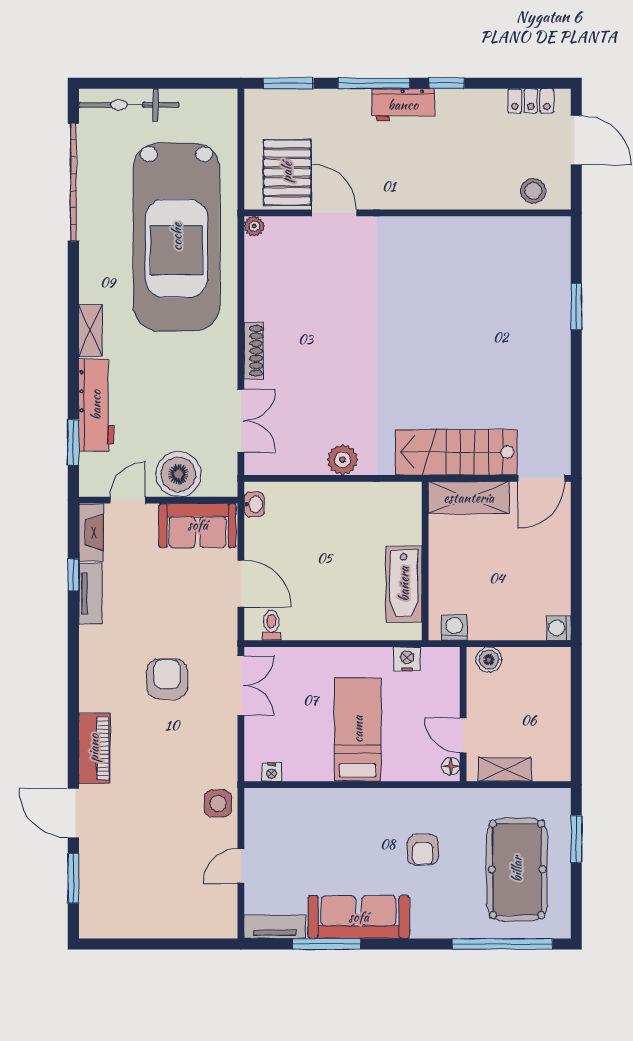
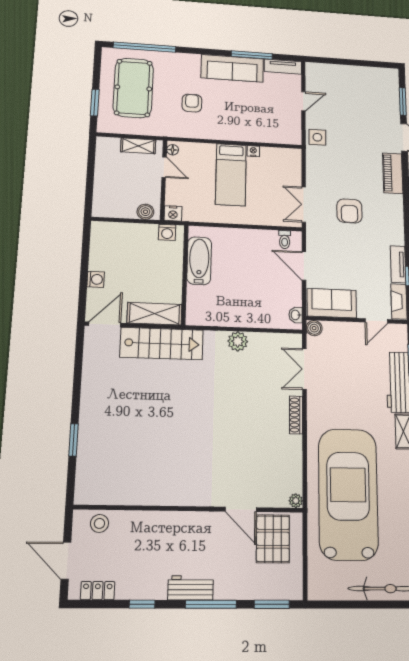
window: (447, 83) -> (142, 604), moved
boiler: (178, 474) -> (314, 328), moved, width x0.54, depth x0.54
washing machine: (559, 628) -> (96, 279), moved
nightstand: (407, 659) -> (173, 213), moved
nightstand: (271, 772) -> (253, 151), moved

